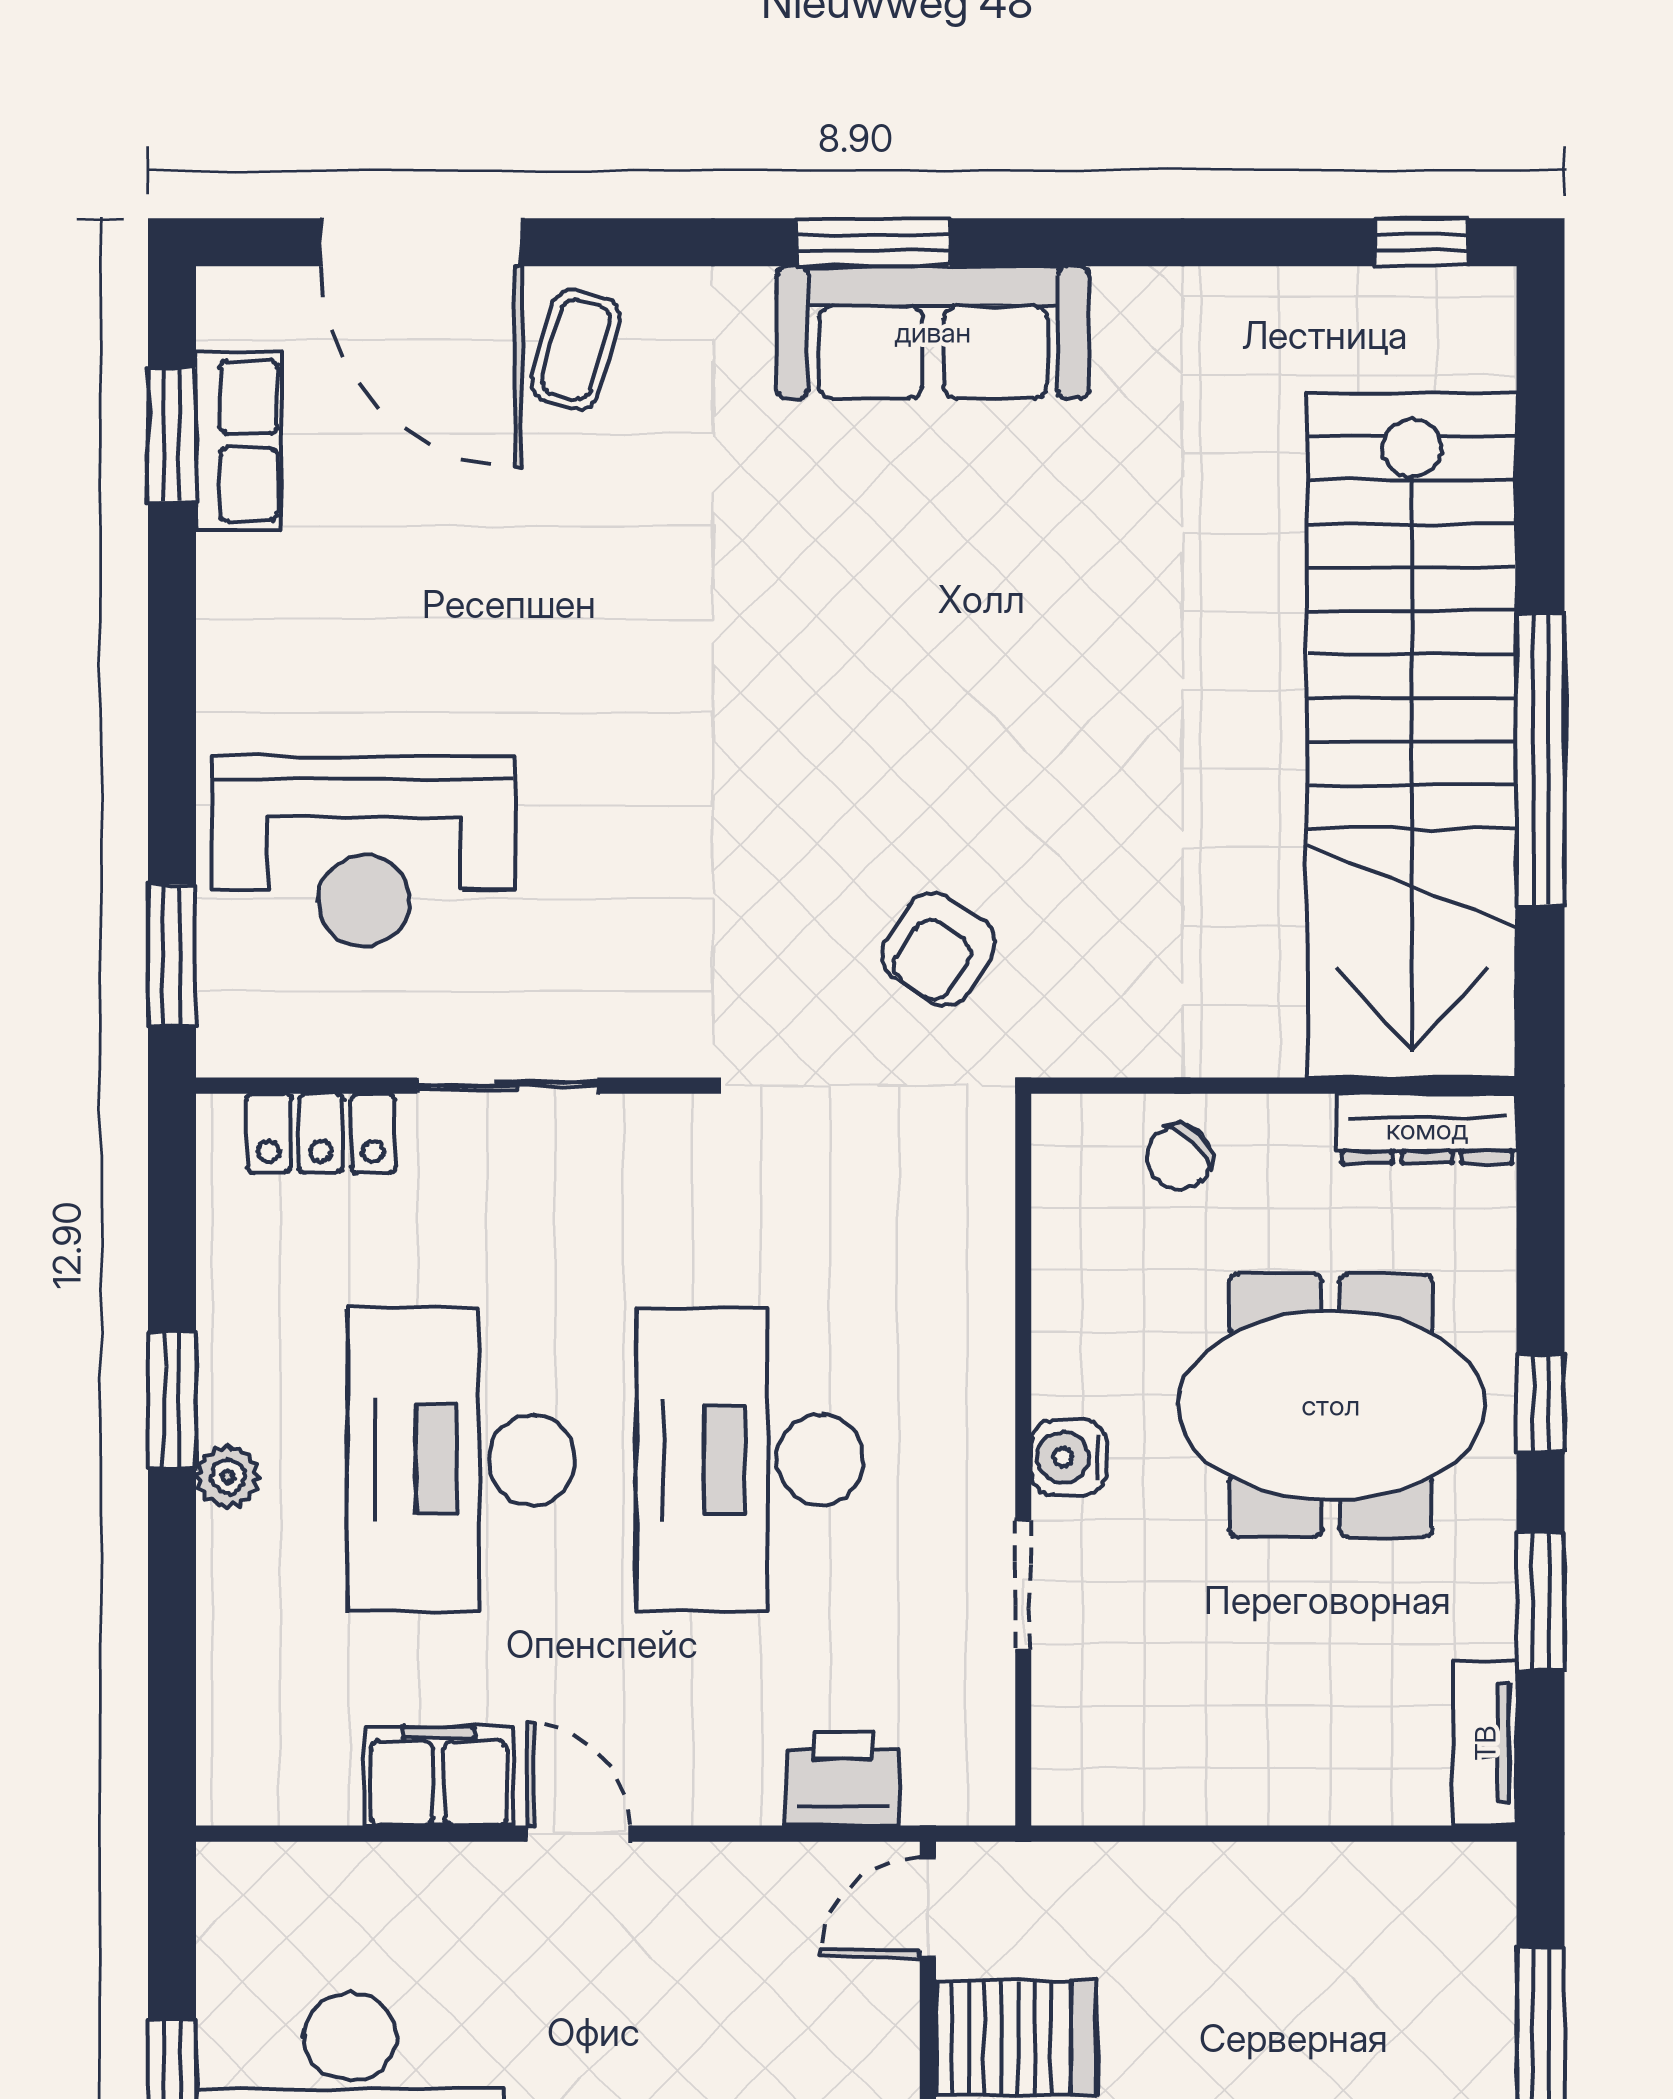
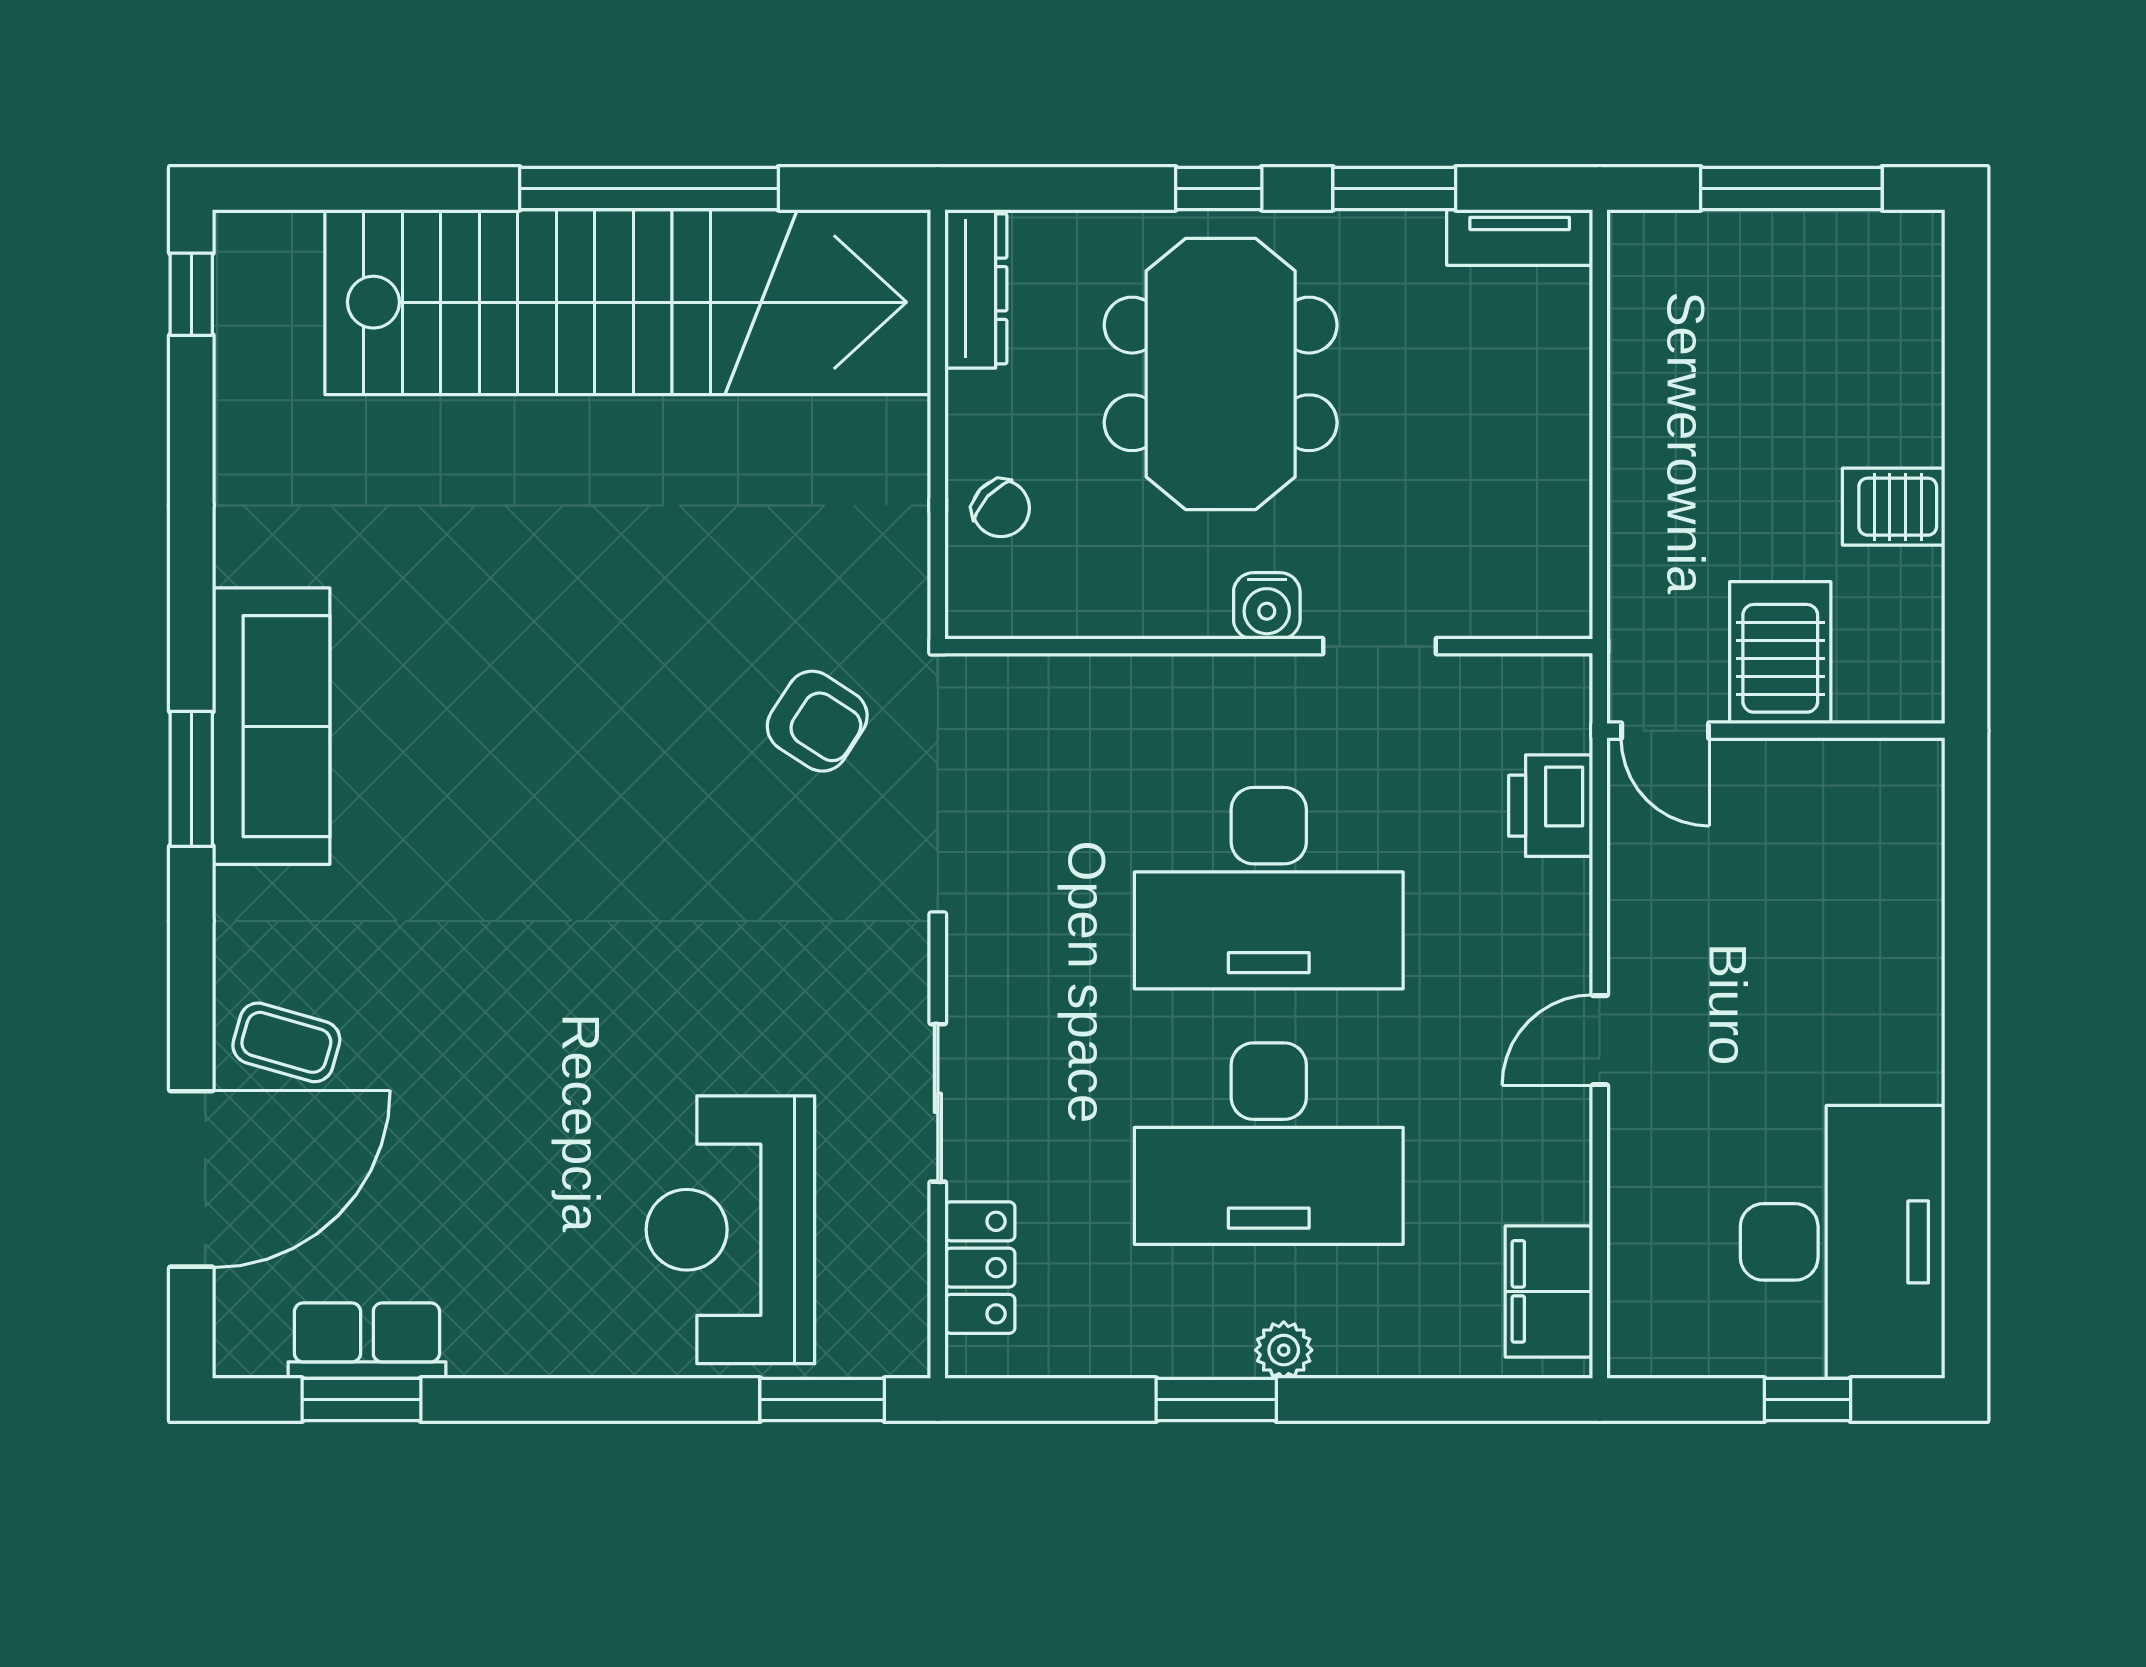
reception desk: (364, 851) -> (730, 1230), turned 180
filing cabinet: (439, 1776) -> (1549, 1291), moved

